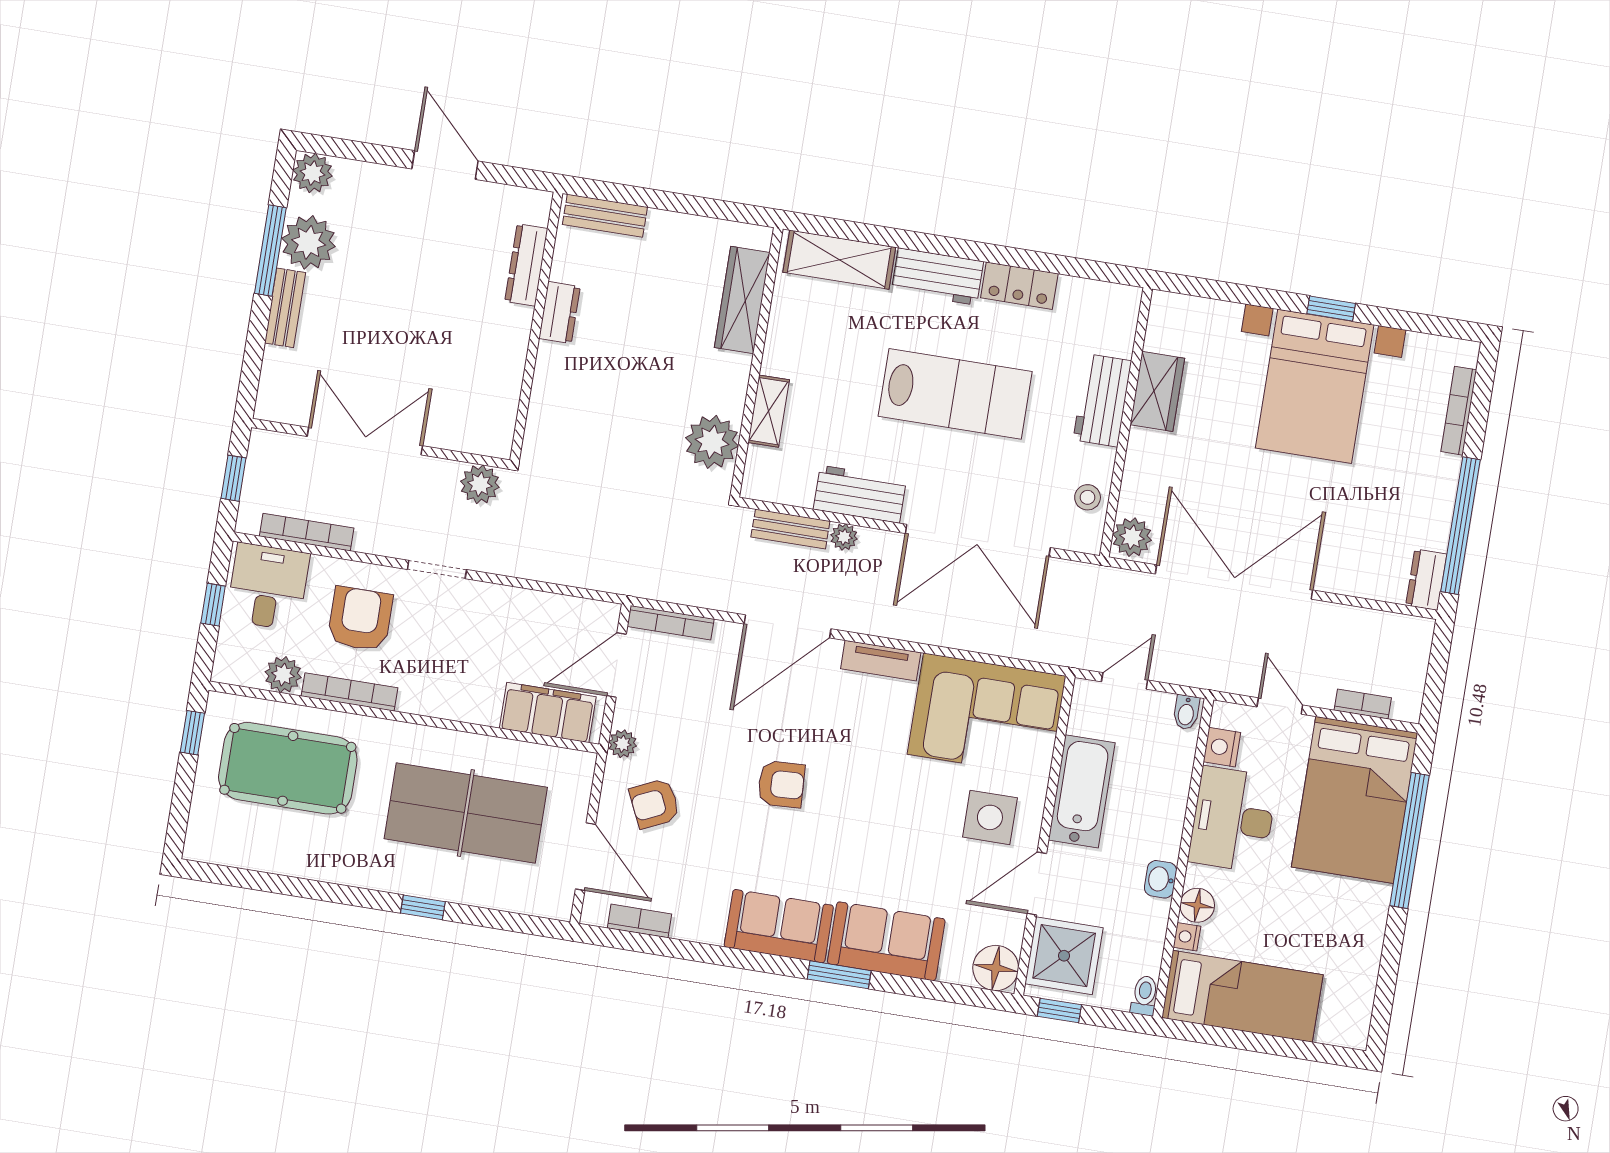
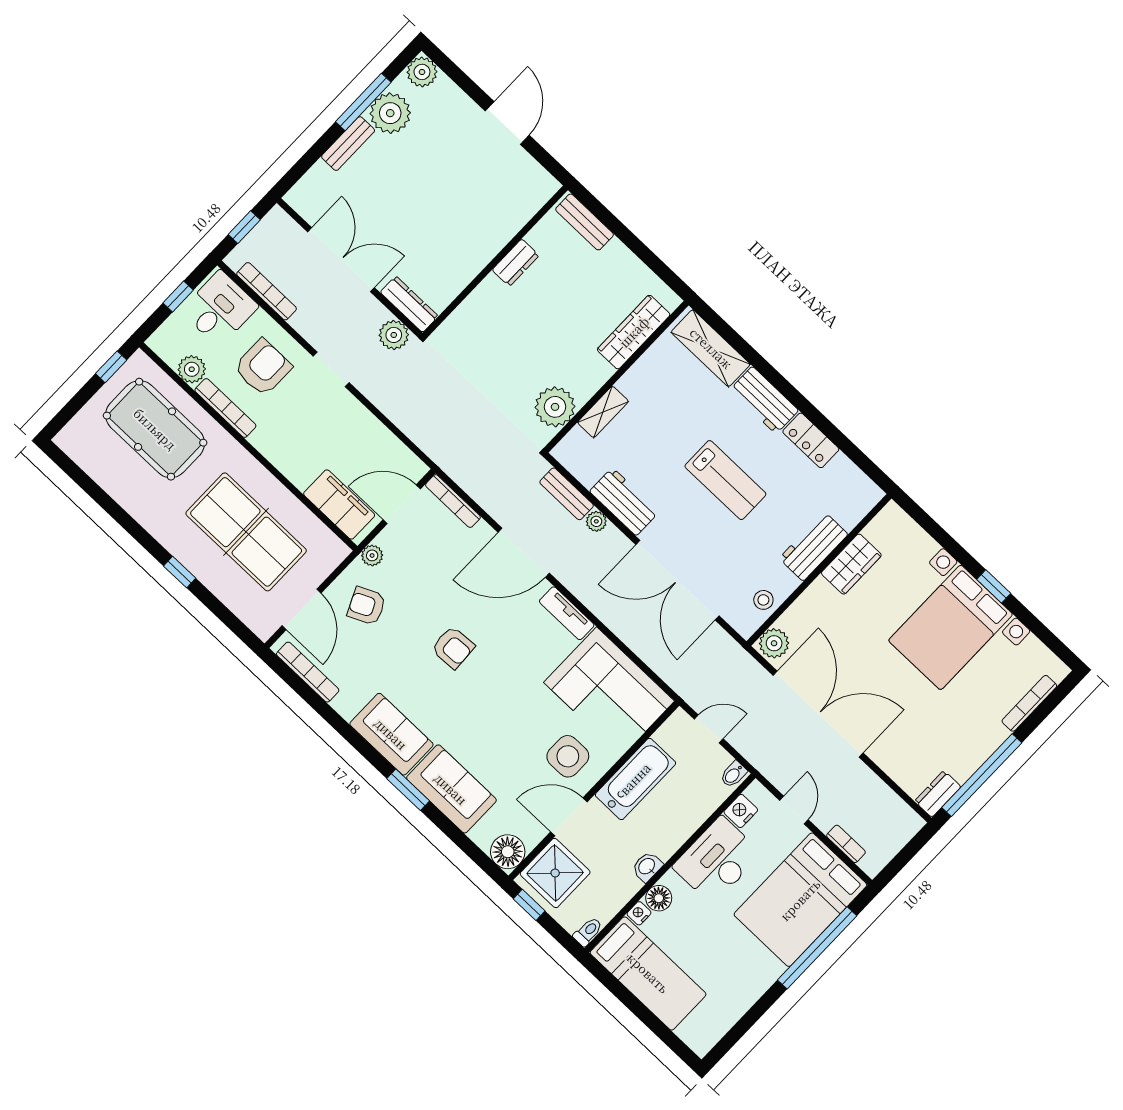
dresser: (526, 265) -> (409, 304), moved, turned 90
lab bench: (955, 394) -> (725, 480), width x0.73, depth x0.72
bookcase: (640, 921) -> (308, 672), width x1.56

